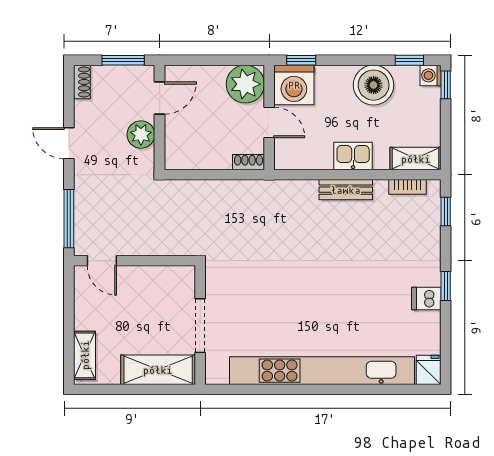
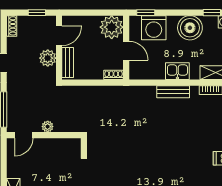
window: (123, 60) -> (37, 13), width x0.67
washing machine: (294, 85) -> (154, 28), moved
bench: (174, 142) -> (68, 63), added
plant: (141, 247) -> (48, 127), added
door: (102, 261) -> (24, 135), hinge flipped

